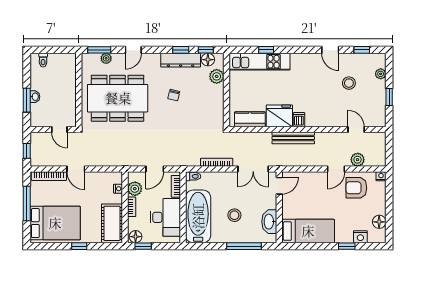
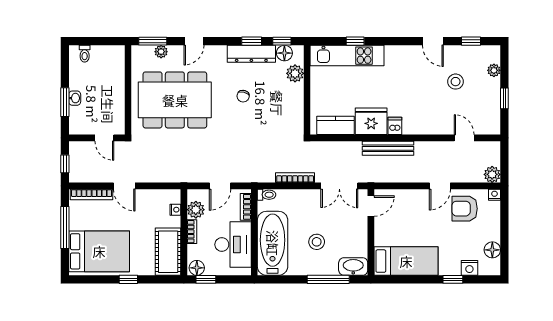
plant: (358, 160) -> (492, 174), moved
washbasin: (269, 222) -> (353, 267), moved, turned 90

